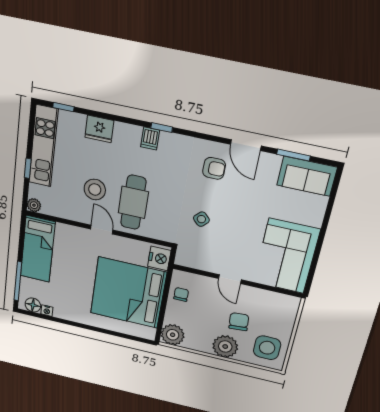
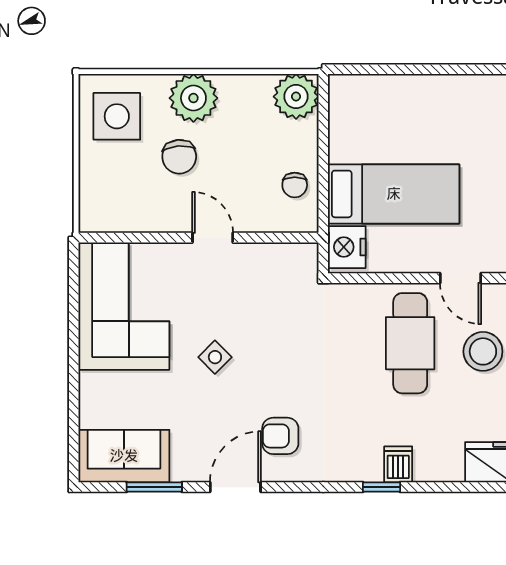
door: (246, 145) -> (235, 487), hinge flipped
side table: (201, 219) -> (215, 357), moved
bed: (128, 293) -> (394, 194), width x0.49

